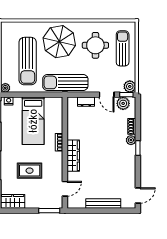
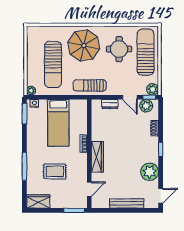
sun lounger: (123, 48) -> (146, 52), width x1.36, depth x1.34
sun lounger: (65, 82) -> (90, 85), width x0.73, depth x0.75
plant: (131, 140) -> (150, 172), moved, width x1.88, depth x1.88

